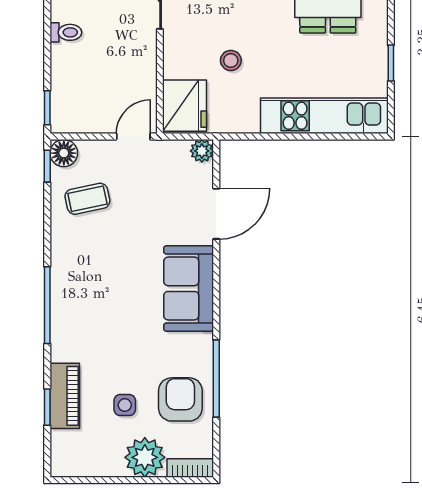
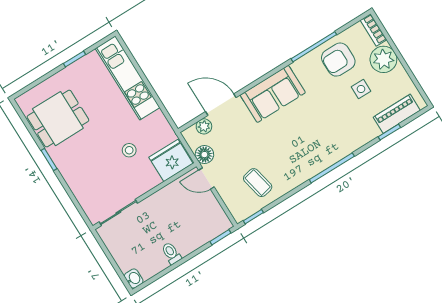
plant: (202, 151) -> (204, 126), moved
floor lamp: (64, 153) -> (204, 155), moved
piano: (65, 396) -> (397, 114), moved

